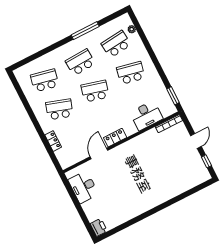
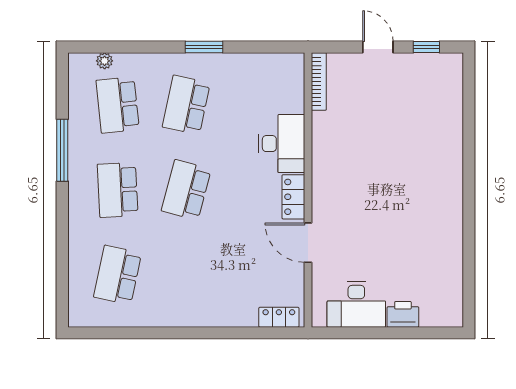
window: (173, 96) -> (204, 47), moved
school desk: (59, 109) -> (186, 275), removed
desk: (146, 115) -> (282, 144), moved
locker: (53, 141) -> (279, 317), moved
printer: (99, 227) -> (403, 314), moved

